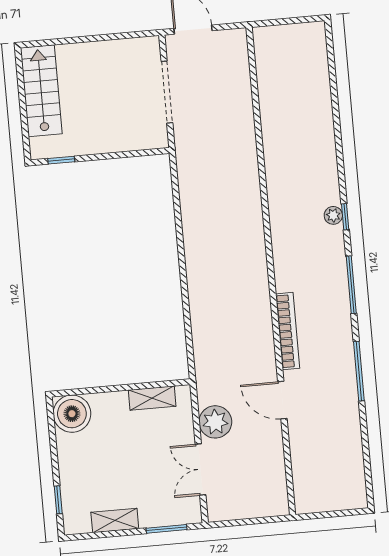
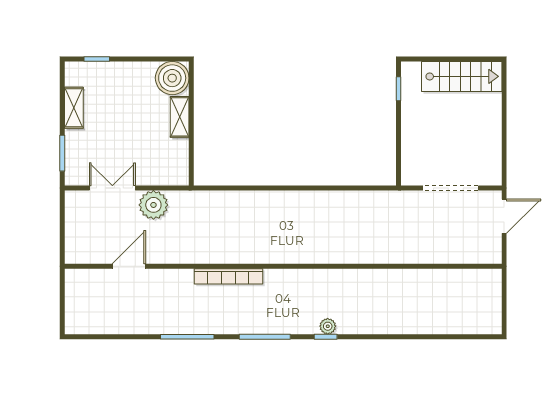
shelving: (152, 398) -> (180, 117), moved
door: (282, 400) -> (129, 266), moved

